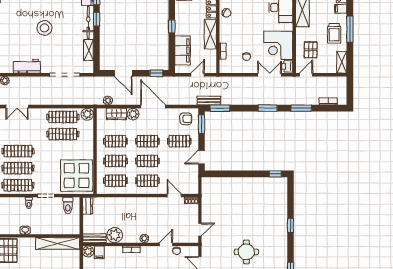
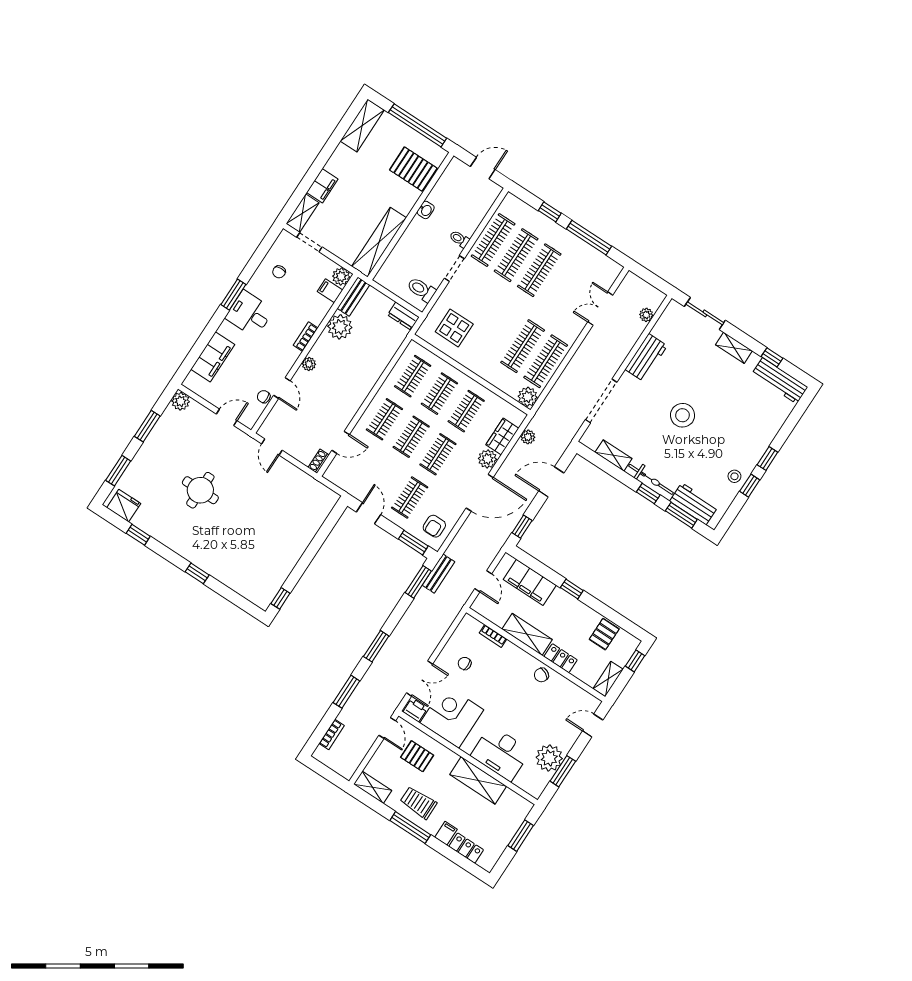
display table: (77, 176) -> (454, 328), width x0.54, depth x0.54

